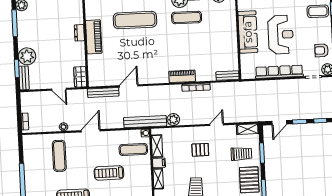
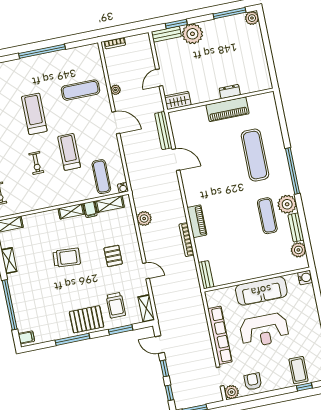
bench: (145, 122) -> (136, 186), removed

